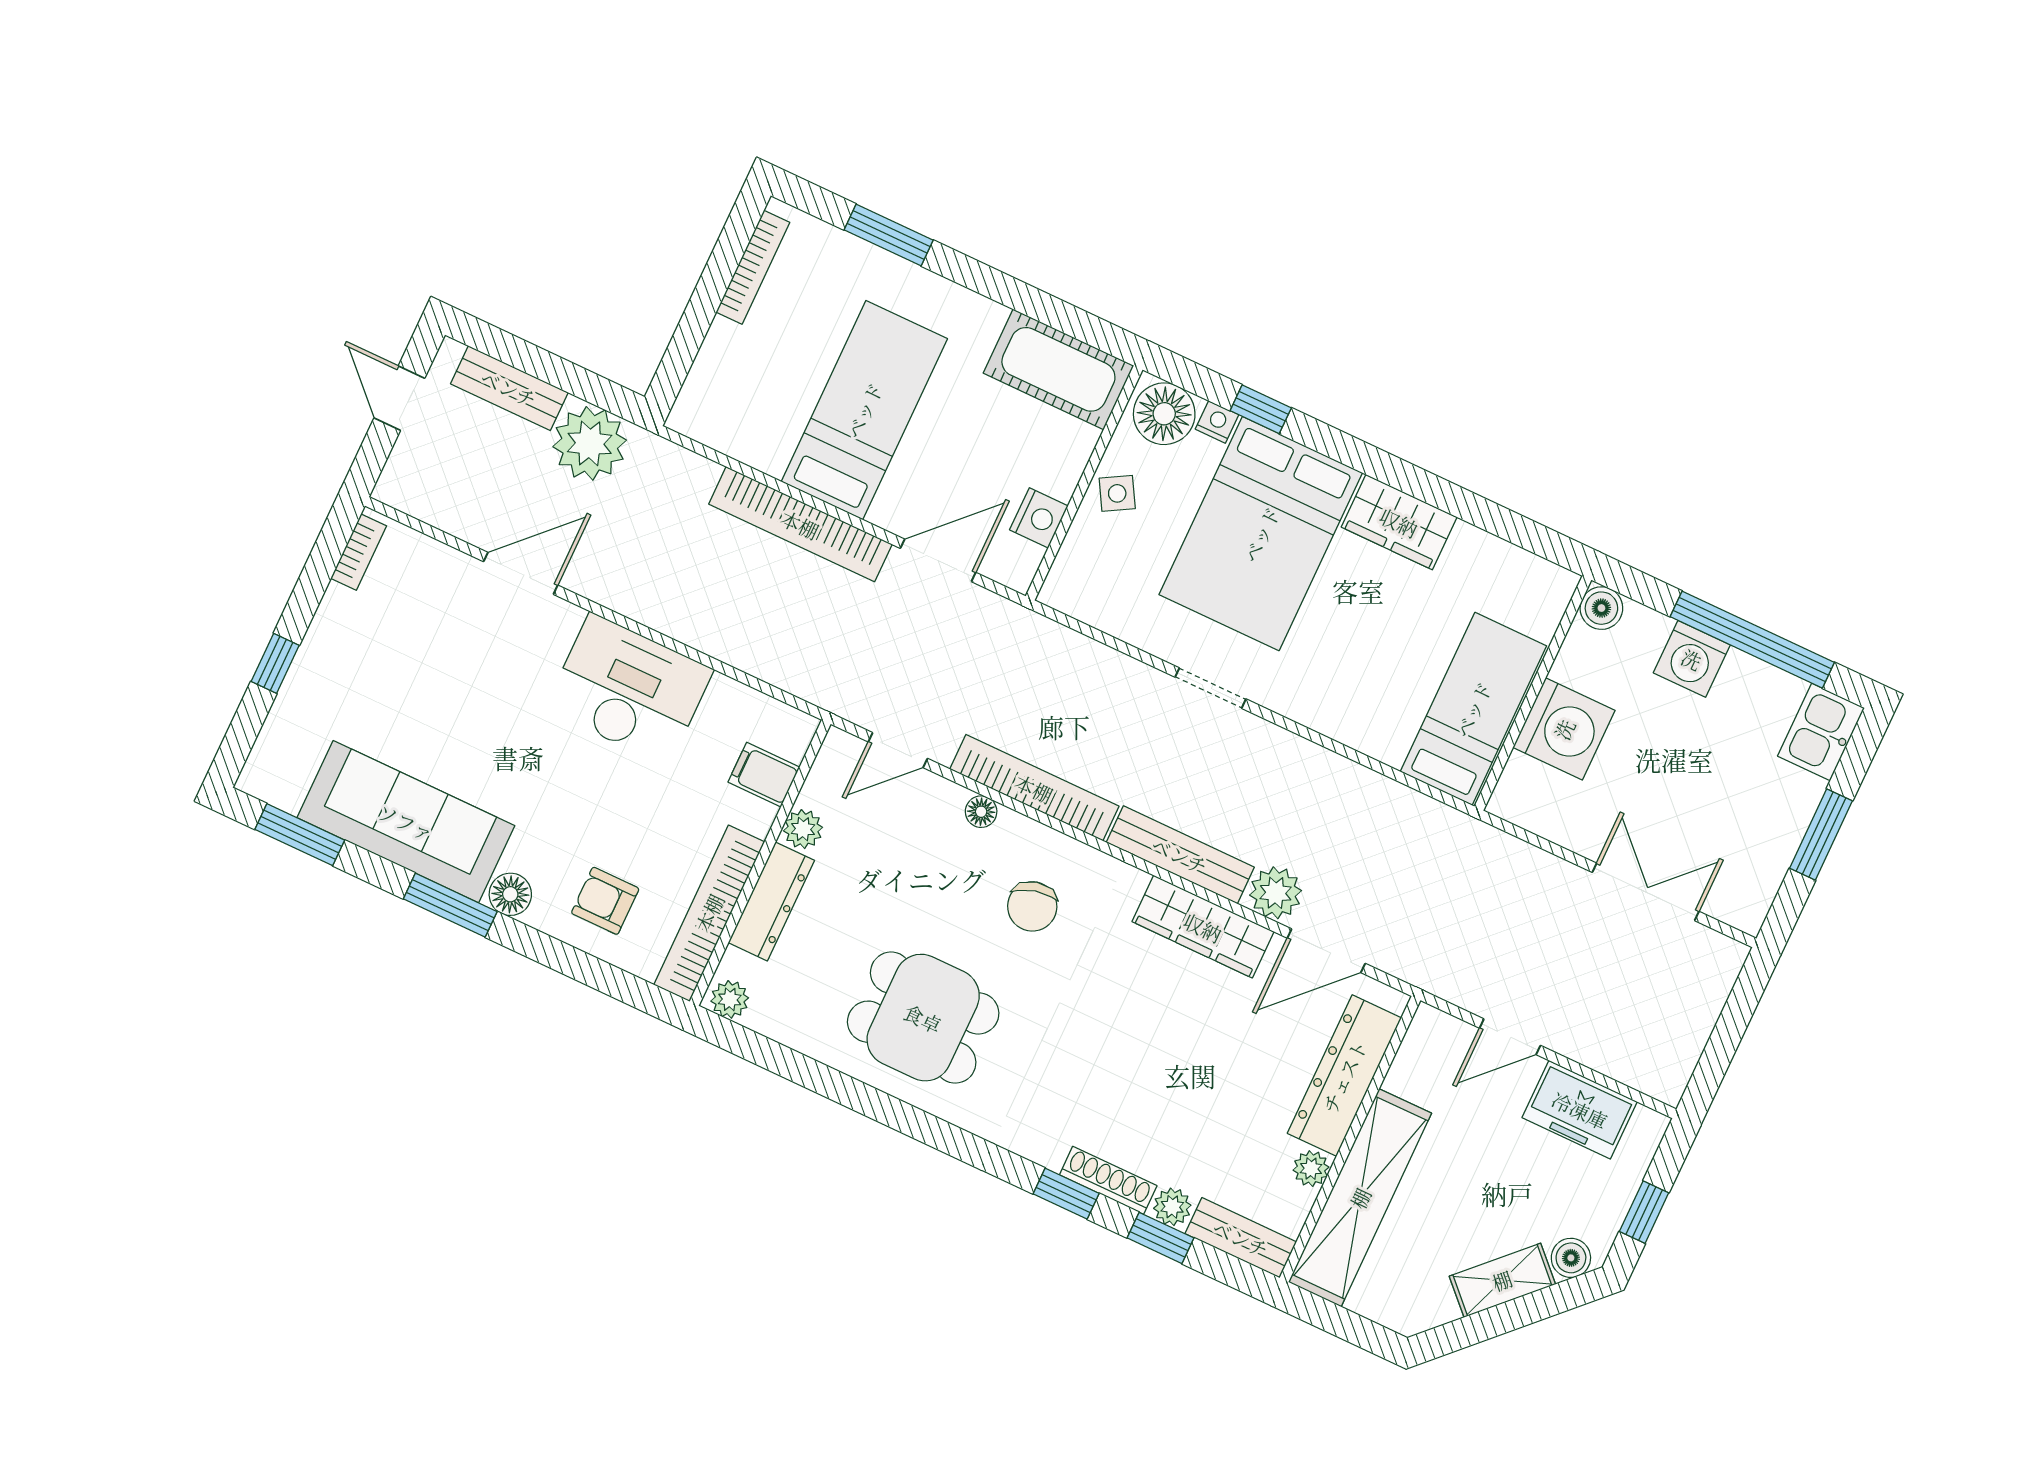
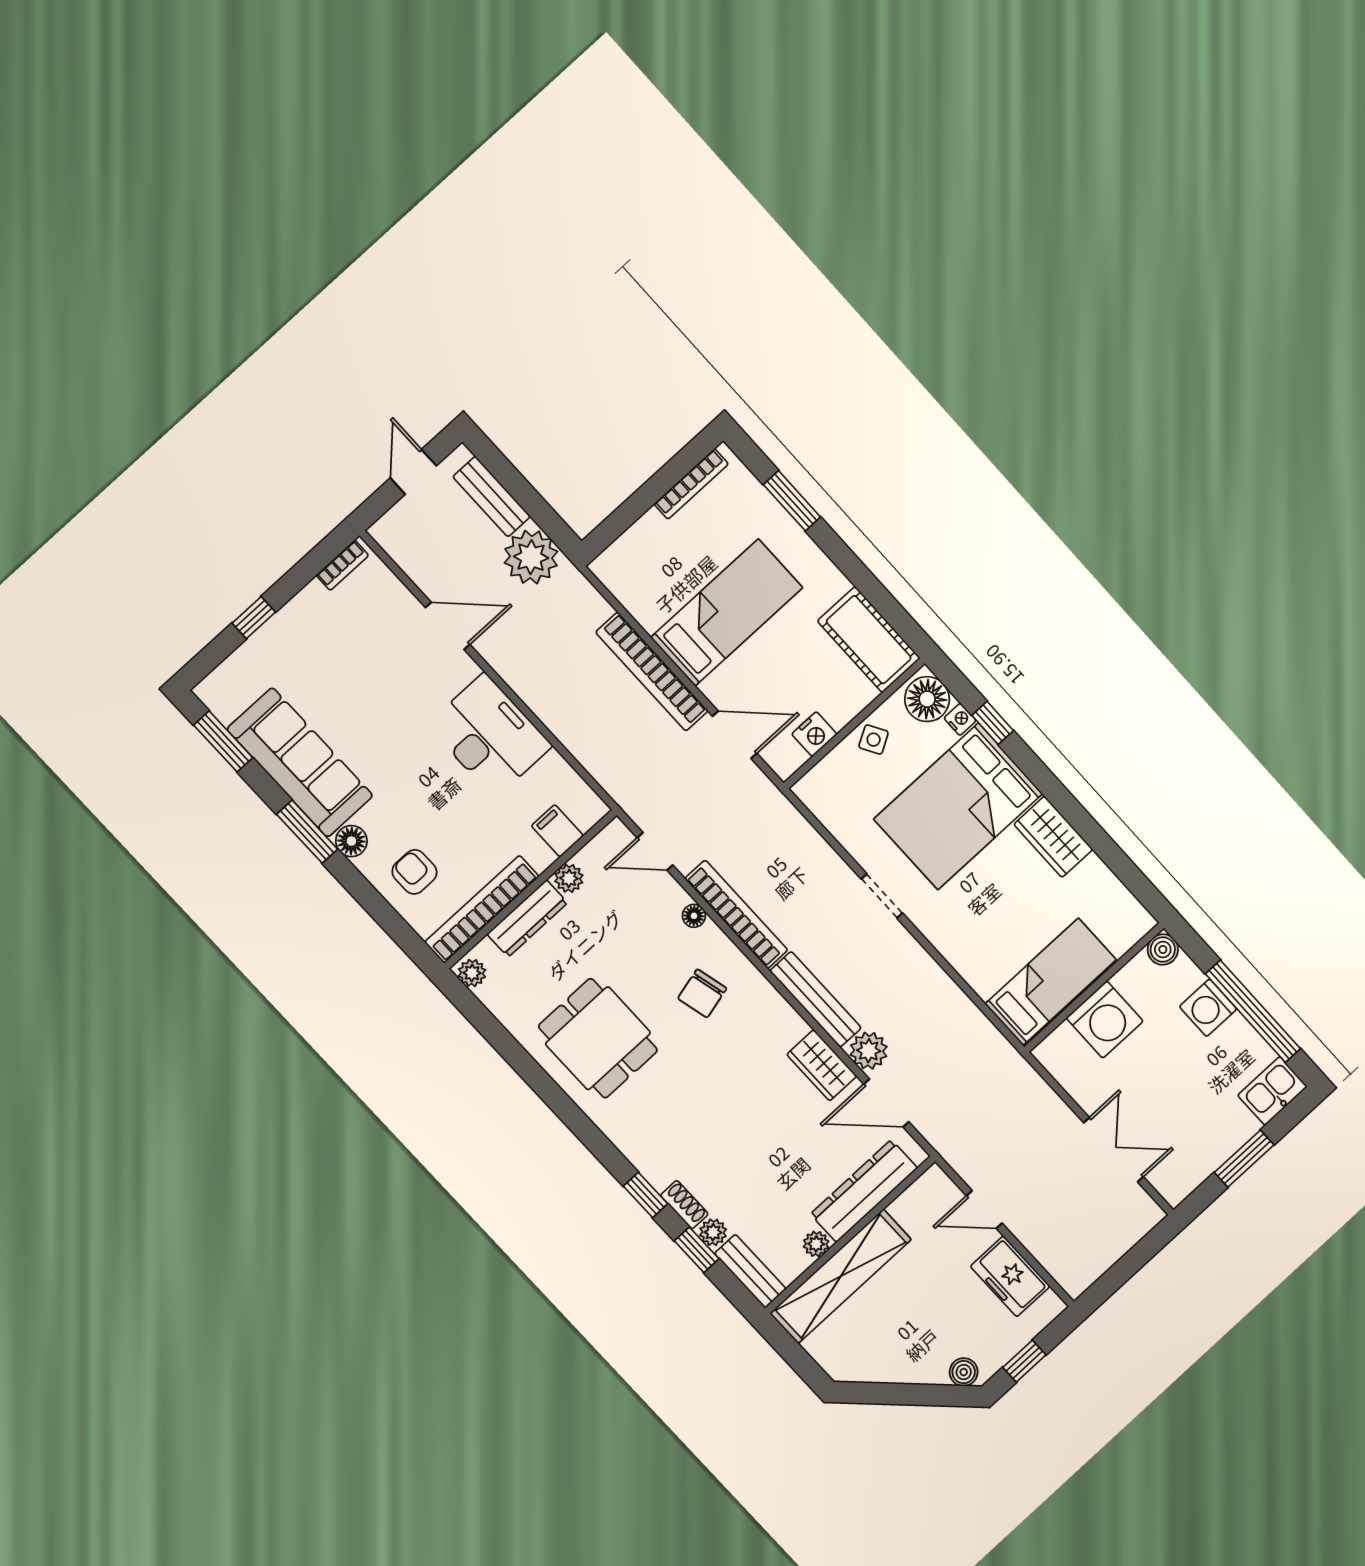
wardrobe: (1203, 927) -> (822, 1065), width x0.67
shoe rack: (1108, 1180) -> (684, 1205), width x0.70
shelving: (1502, 1280) -> (912, 1369), removed

